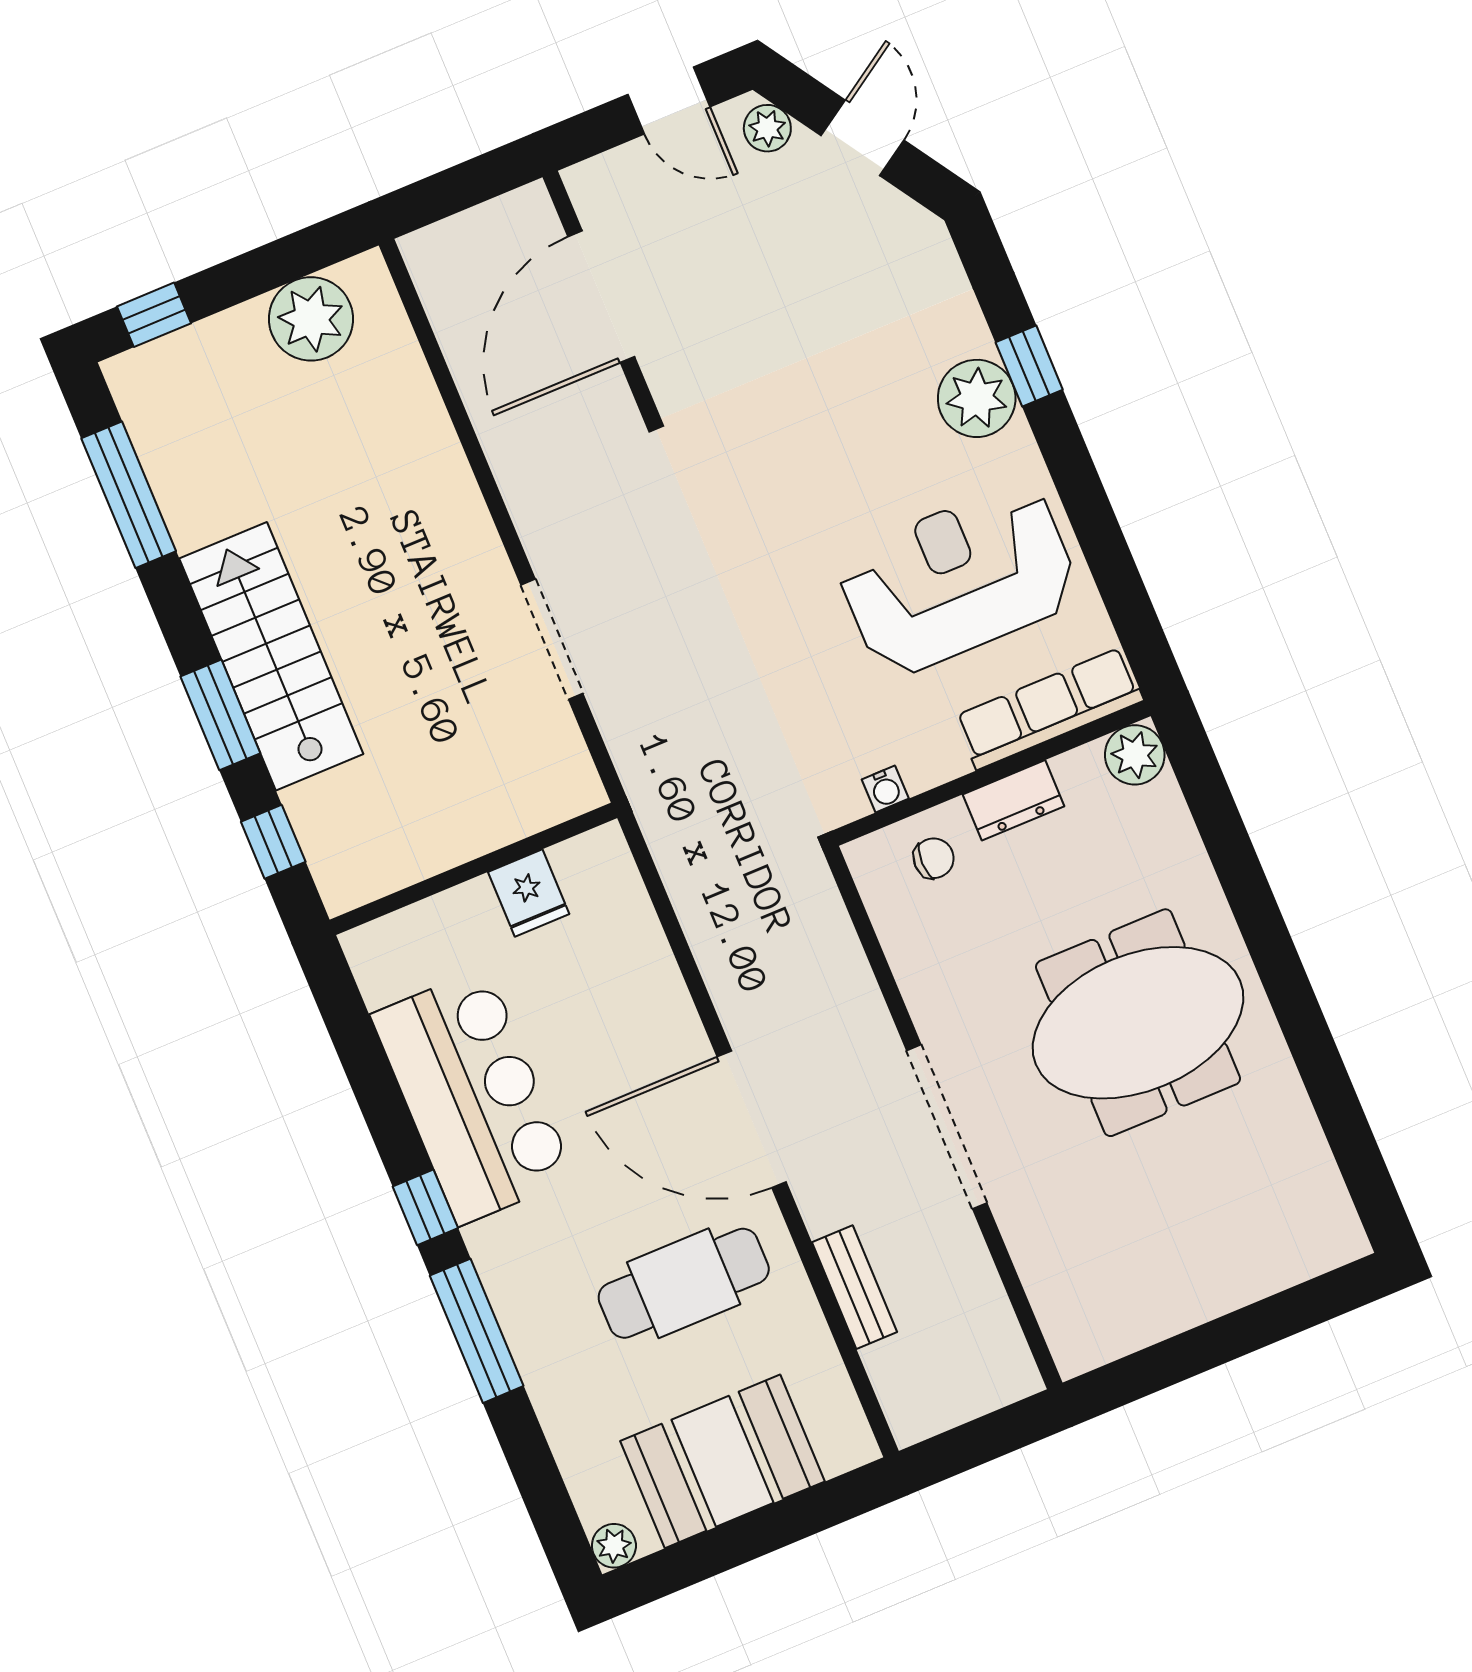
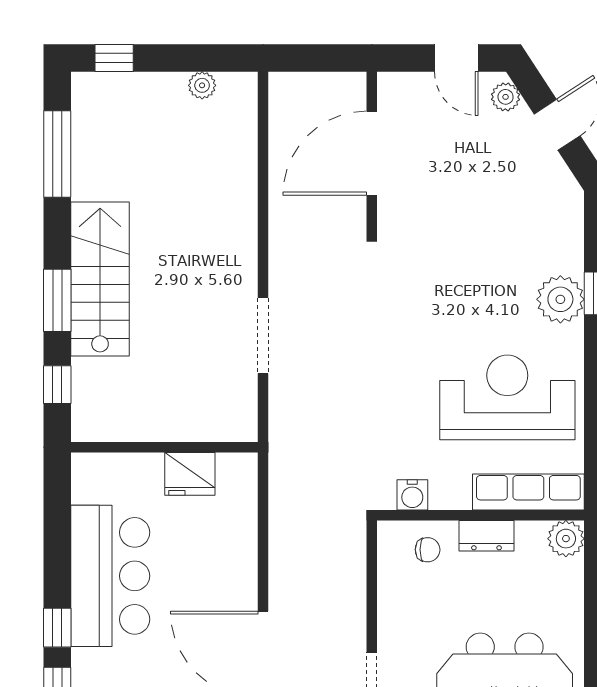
plant: (311, 319) -> (202, 85), width x0.53, depth x0.53
water cooler: (885, 789) -> (412, 495), width x1.38, depth x1.38
fridge: (529, 893) -> (190, 474), width x1.38

